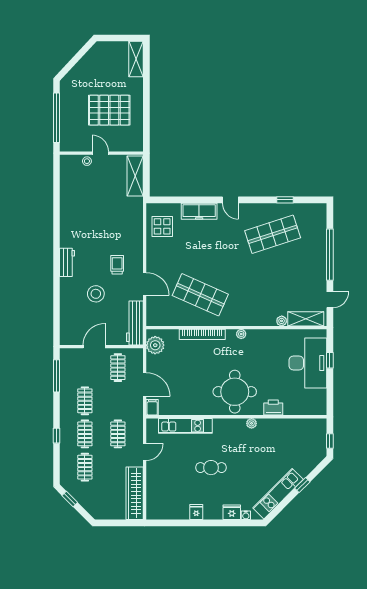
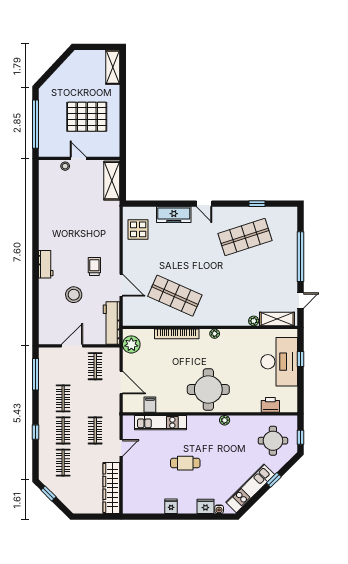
filing cabinet: (152, 407) -> (150, 405), moved
printer: (273, 408) -> (270, 405), moved
round table: (301, 445) -> (273, 441), added

